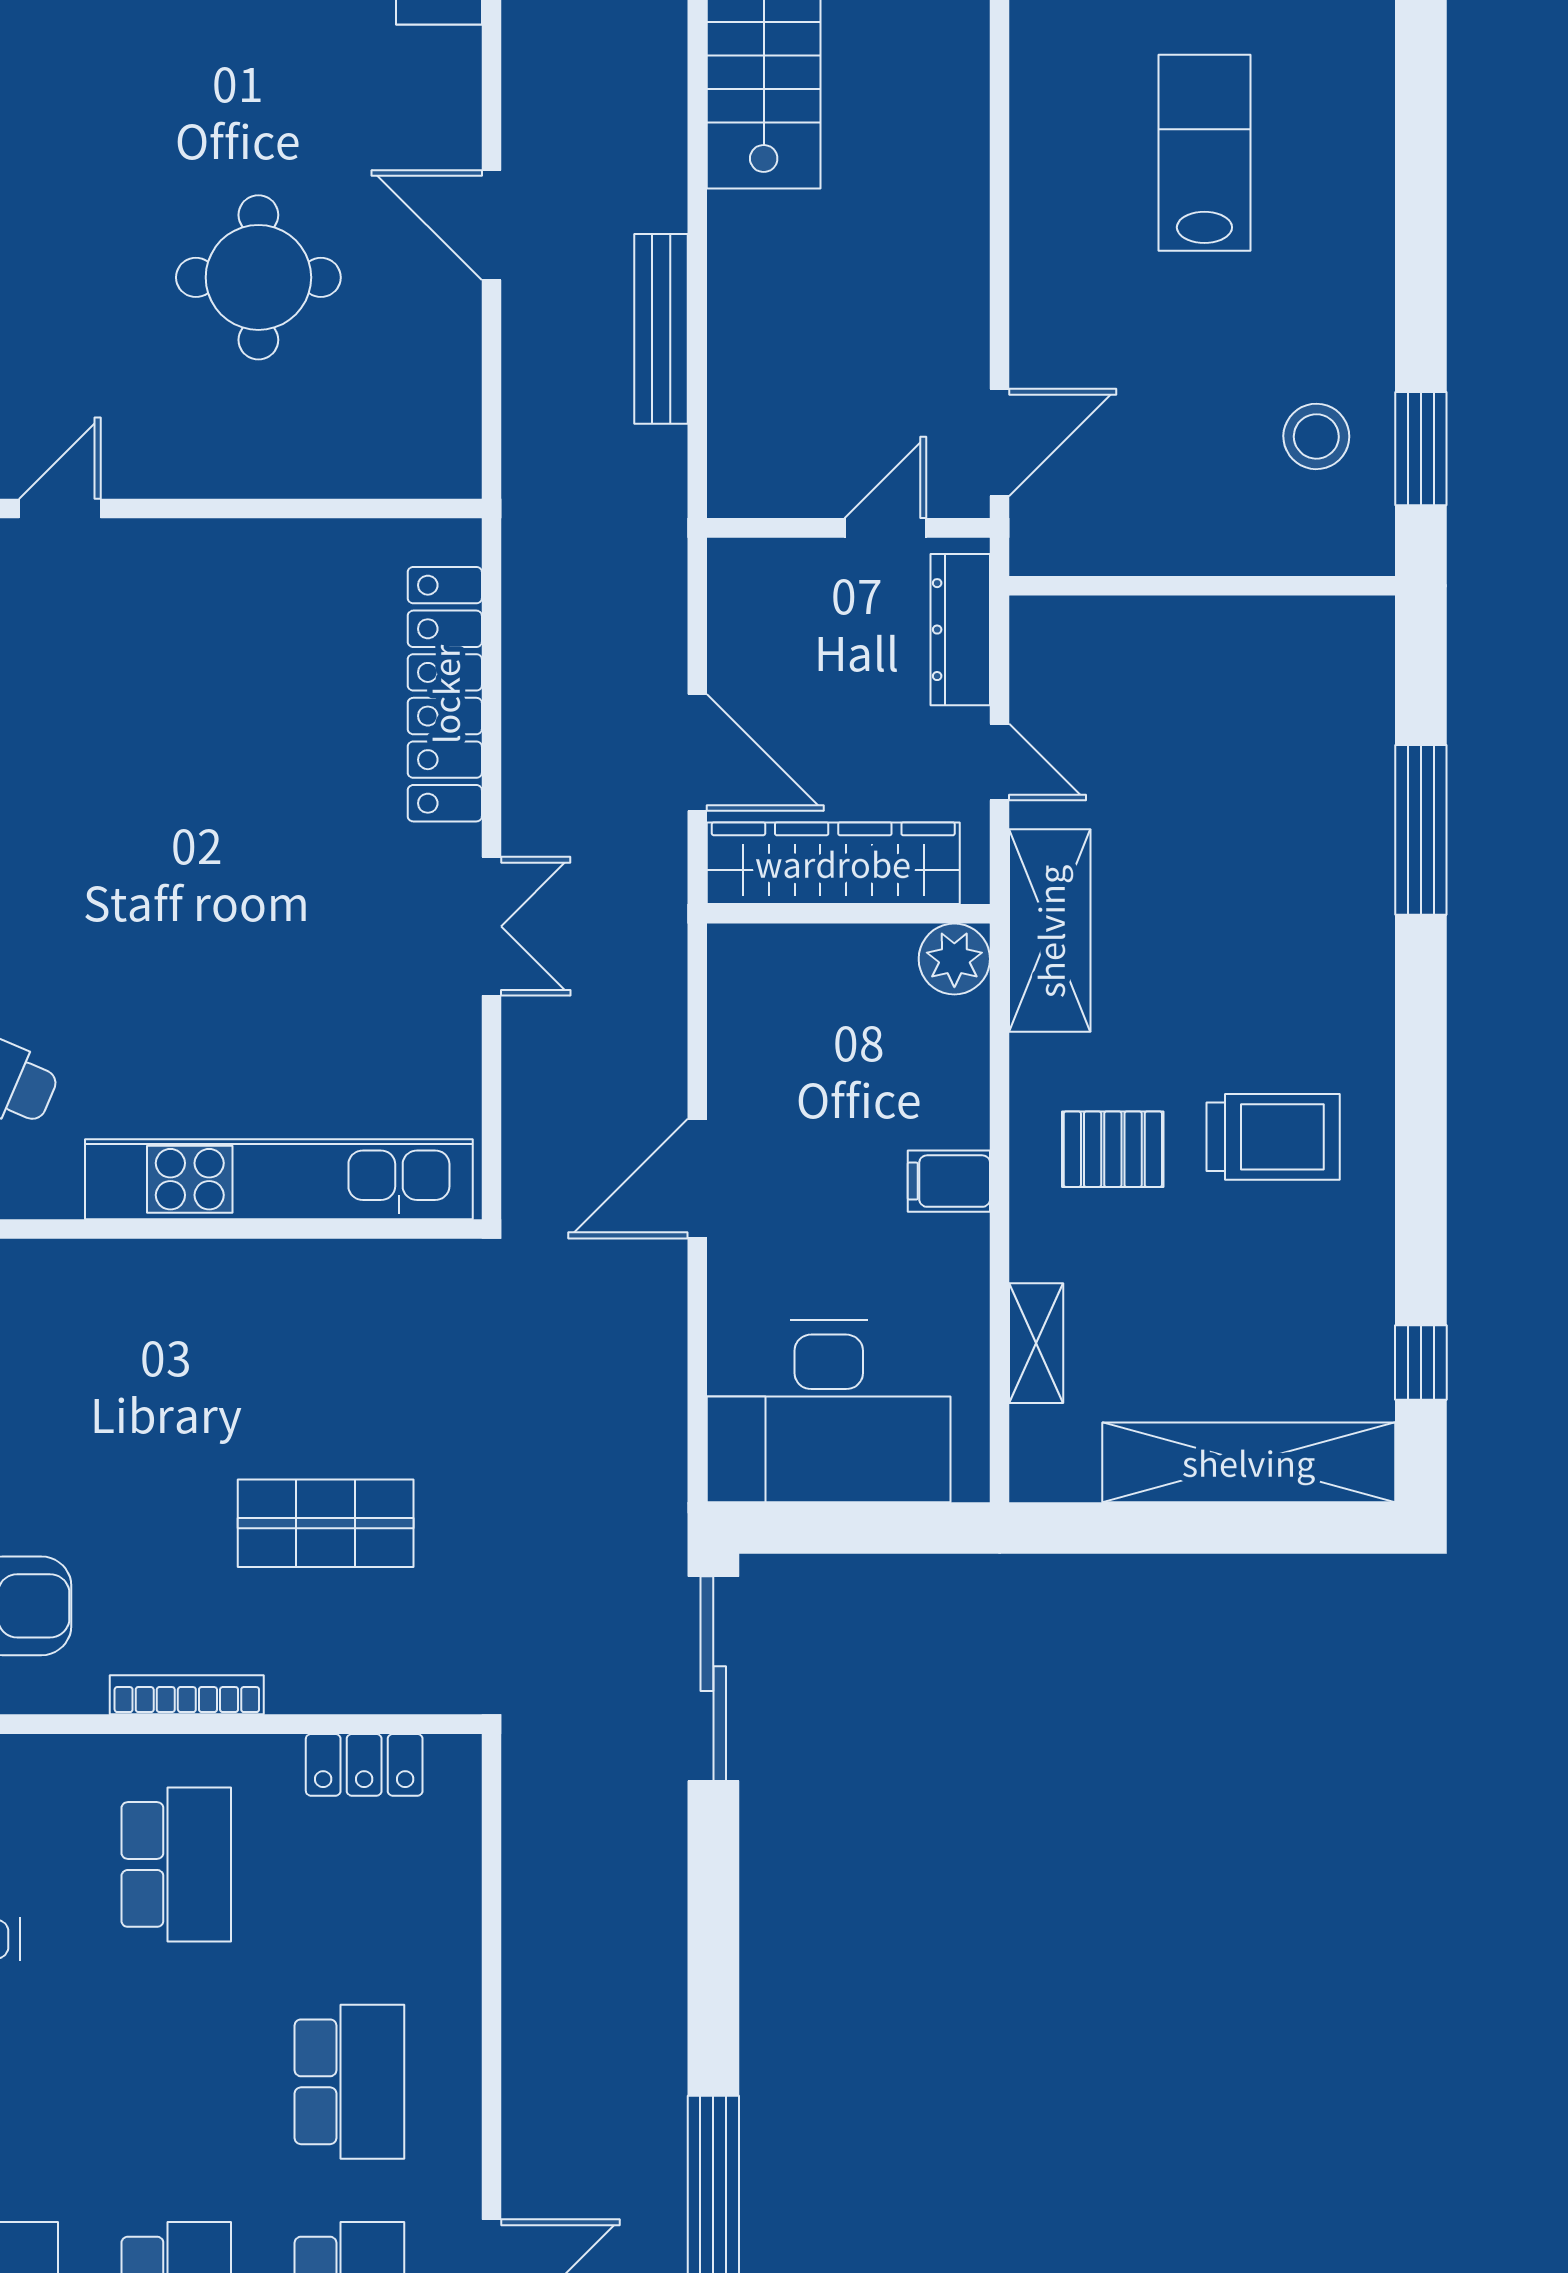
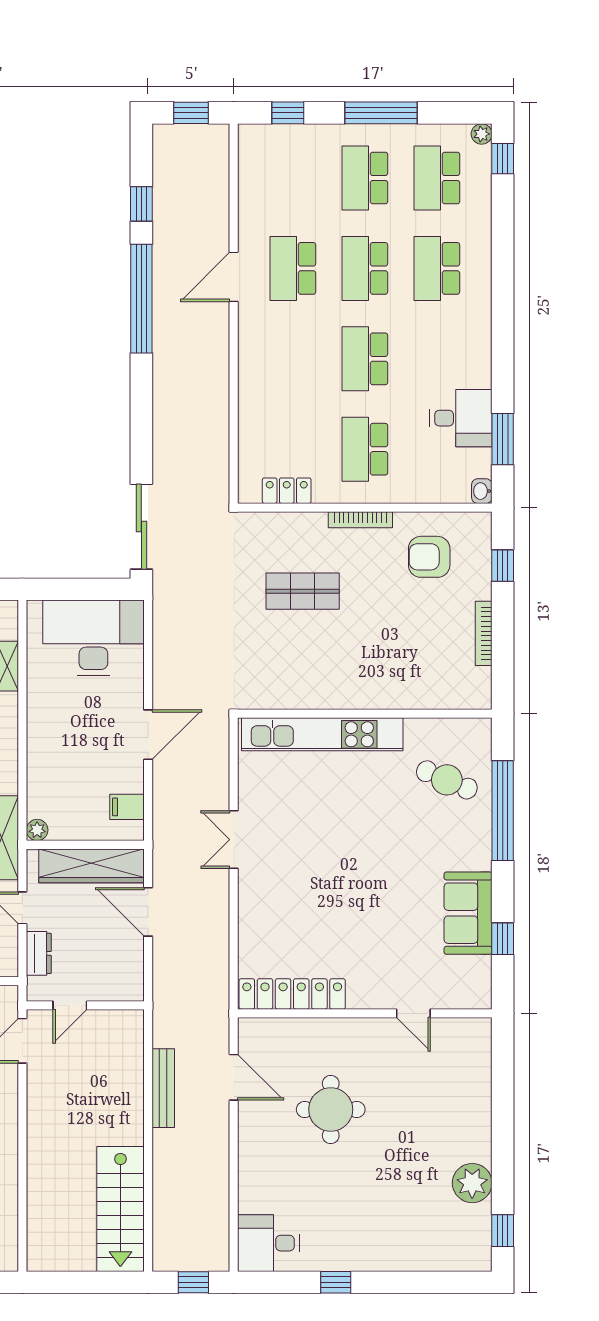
door: (491, 225) -> (234, 1077), moved
door: (60, 509) -> (413, 1013), hinge flipped
dresser: (960, 630) -> (39, 953), width x0.70
locker: (445, 694) -> (292, 994), moved, turned -90
plant: (954, 959) -> (37, 830), width x0.73, depth x0.73
filing cabinet: (949, 1181) -> (127, 807), moved, turned 180
school desk: (349, 2082) -> (365, 359), moved

